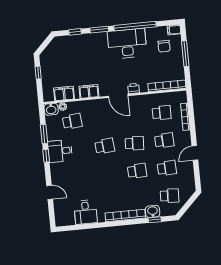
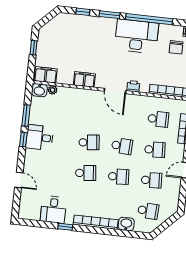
filing cabinet: (64, 94) -> (46, 75), moved
school desk: (72, 121) -> (86, 173), moved
window: (155, 220) -> (65, 227), moved

